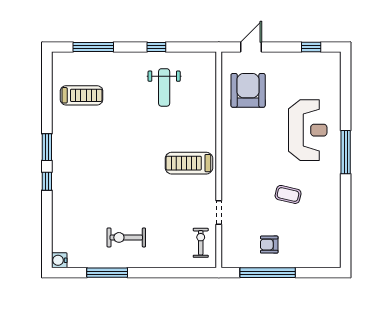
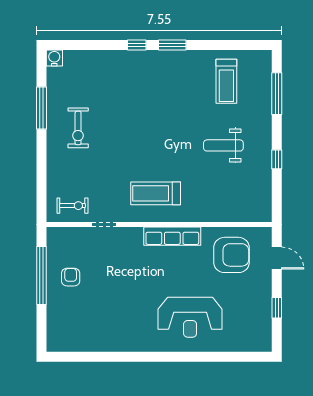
window: (311, 47) -> (277, 308), moved
weight bench: (164, 87) -> (223, 145), moved
row of seats: (230, 147) -> (172, 236), added
window: (346, 152) -> (167, 357), removed
treadmill: (189, 163) -> (156, 193), turned -90
coffee table: (288, 194) -> (123, 297), removed
exercise bike: (126, 237) -> (78, 128), turned 180

